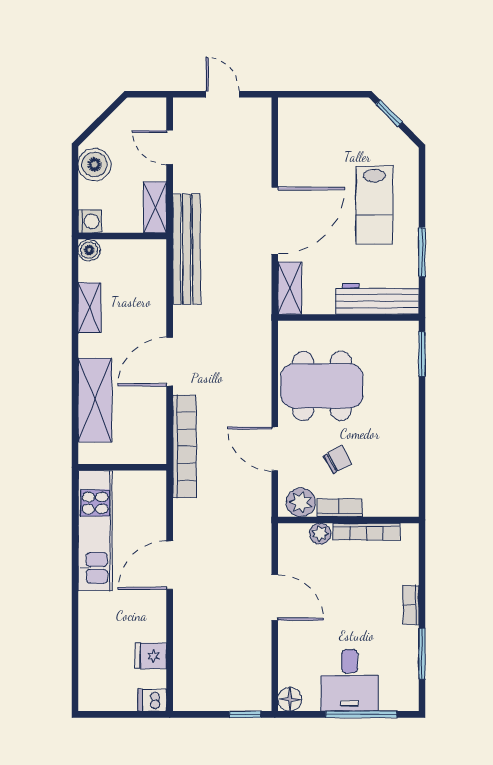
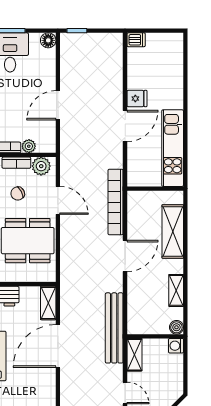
boiler: (94, 165) -> (173, 382), removed
door: (275, 598) -> (58, 105), hinge flipped
fridge: (151, 656) -> (137, 99), moved

